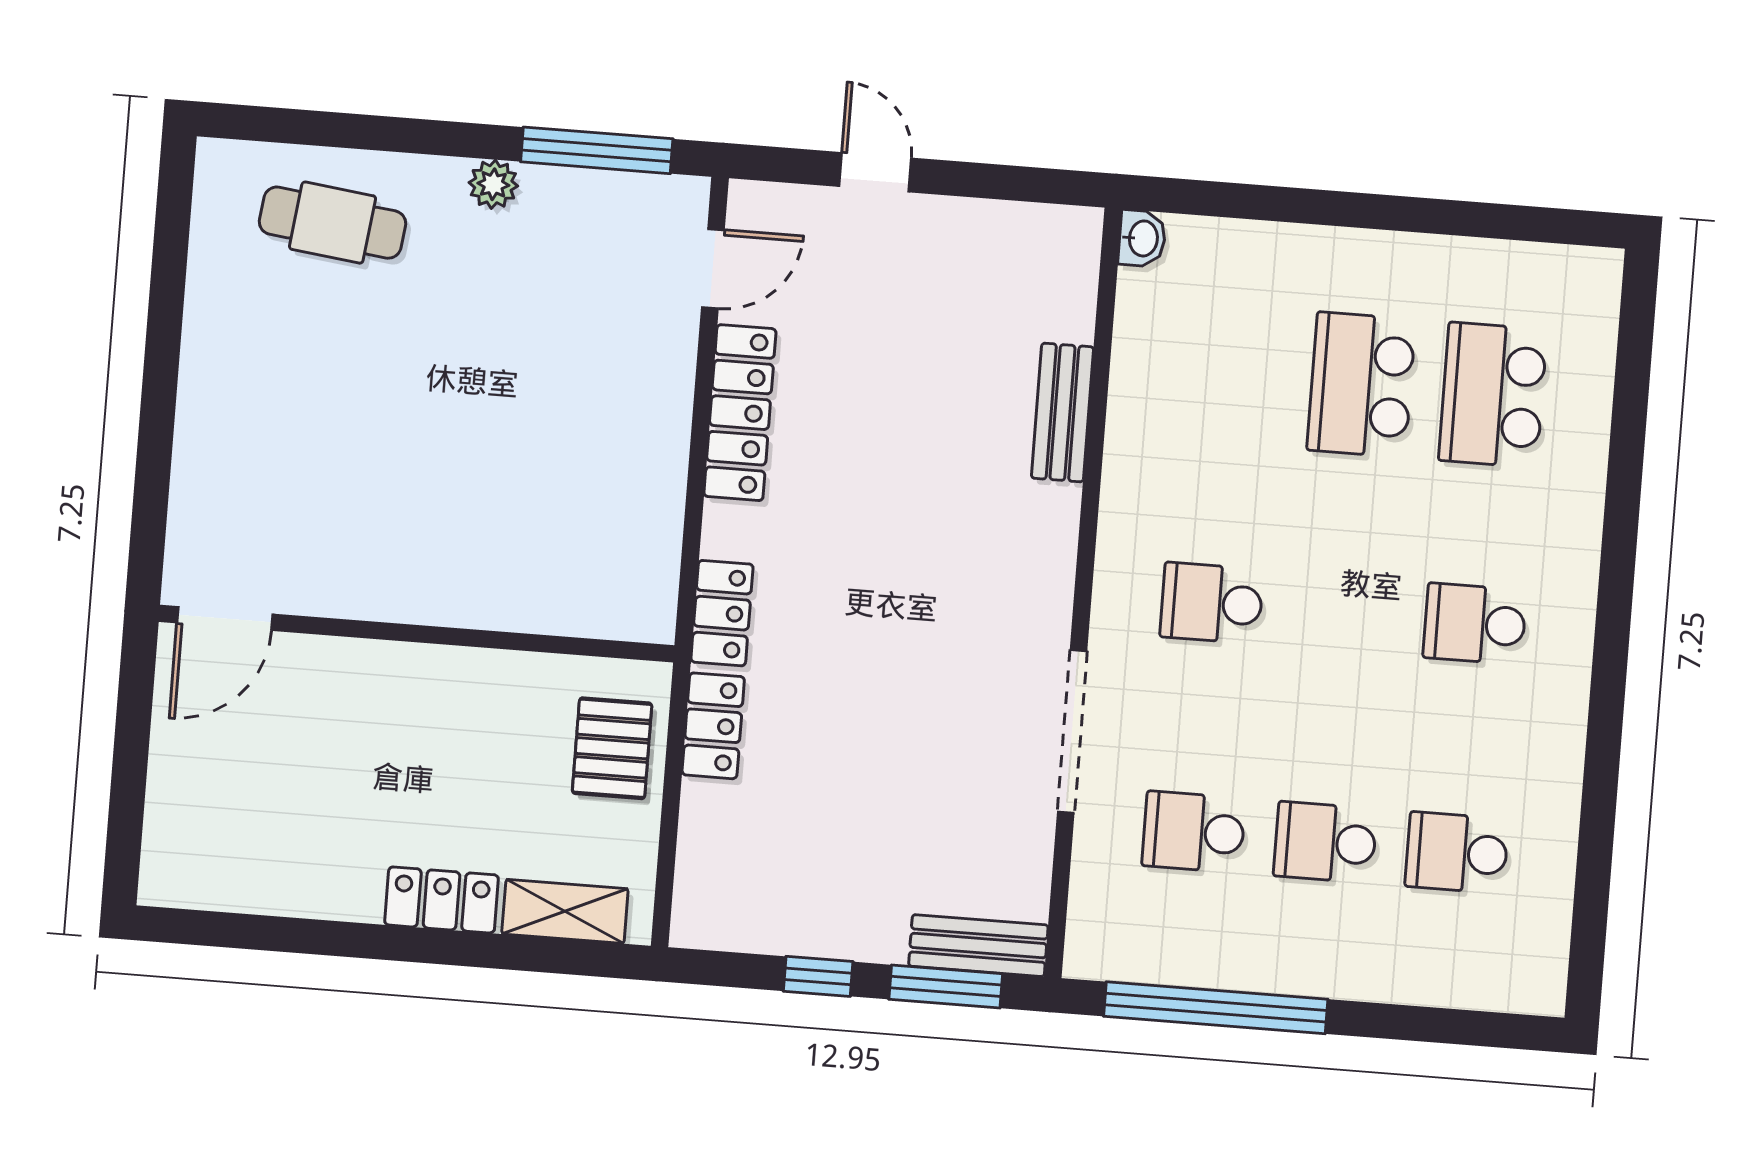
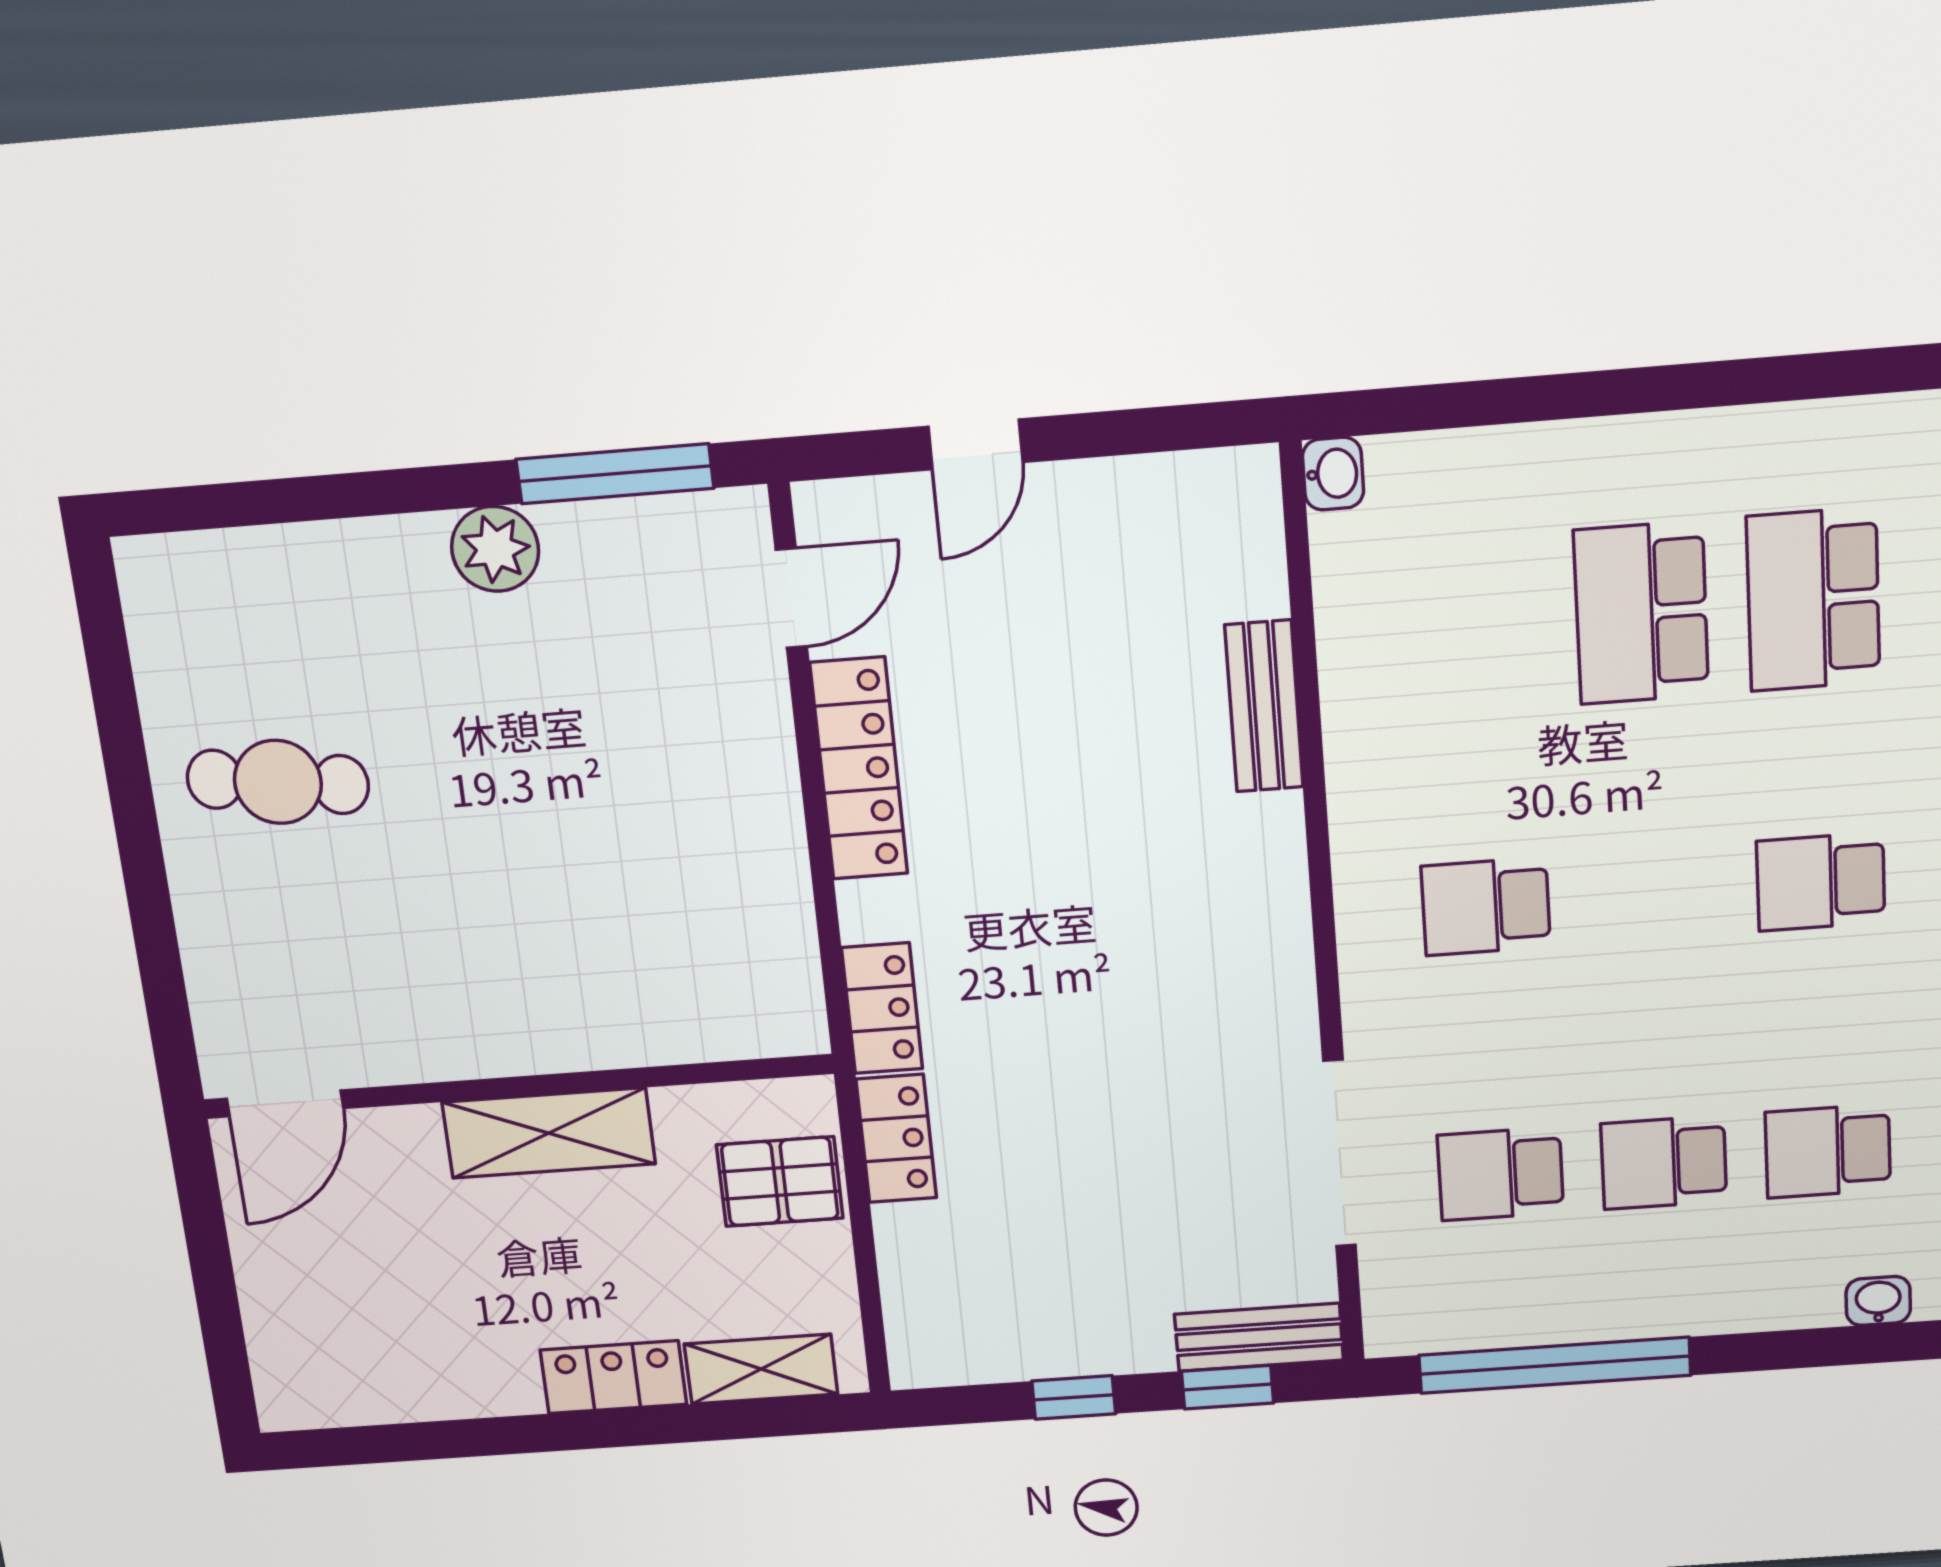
door: (875, 172) -> (975, 444), swing flipped
plant: (493, 184) -> (495, 549), width x1.38, depth x1.38
cafe table: (332, 223) -> (278, 782), moved
shelving: (433, 677) -> (549, 1133), added
doorway: (1072, 731) -> (1340, 1153), moved
pallet: (612, 748) -> (780, 1181), turned 90
window: (946, 987) -> (1227, 1387), width x0.67
washbasin: (1484, 990) -> (1878, 1301), added

